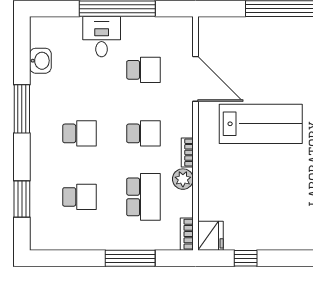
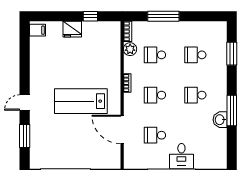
washbasin: (40, 61) -> (220, 120), moved
plant: (183, 179) -> (130, 49), moved
school desk: (143, 197) -> (155, 55), width x0.54
fridge: (210, 236) -> (72, 29), moved, turned -90

